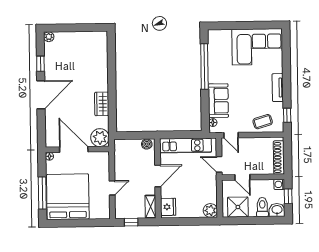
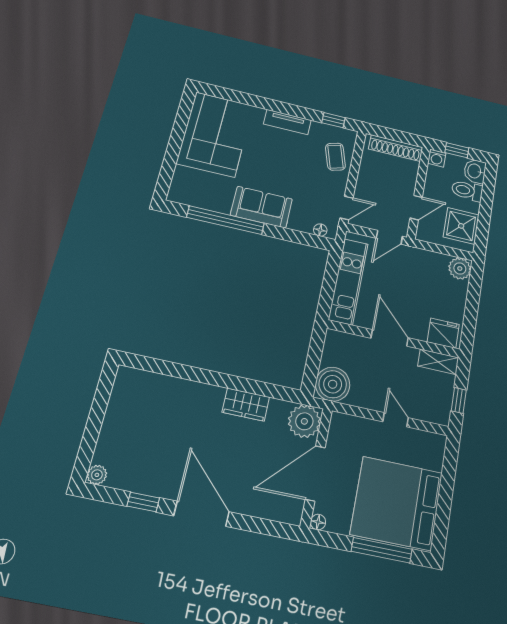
sofa: (218, 101) -> (261, 207), moved
boiler: (147, 144) -> (333, 384), moved, width x1.86, depth x1.86

